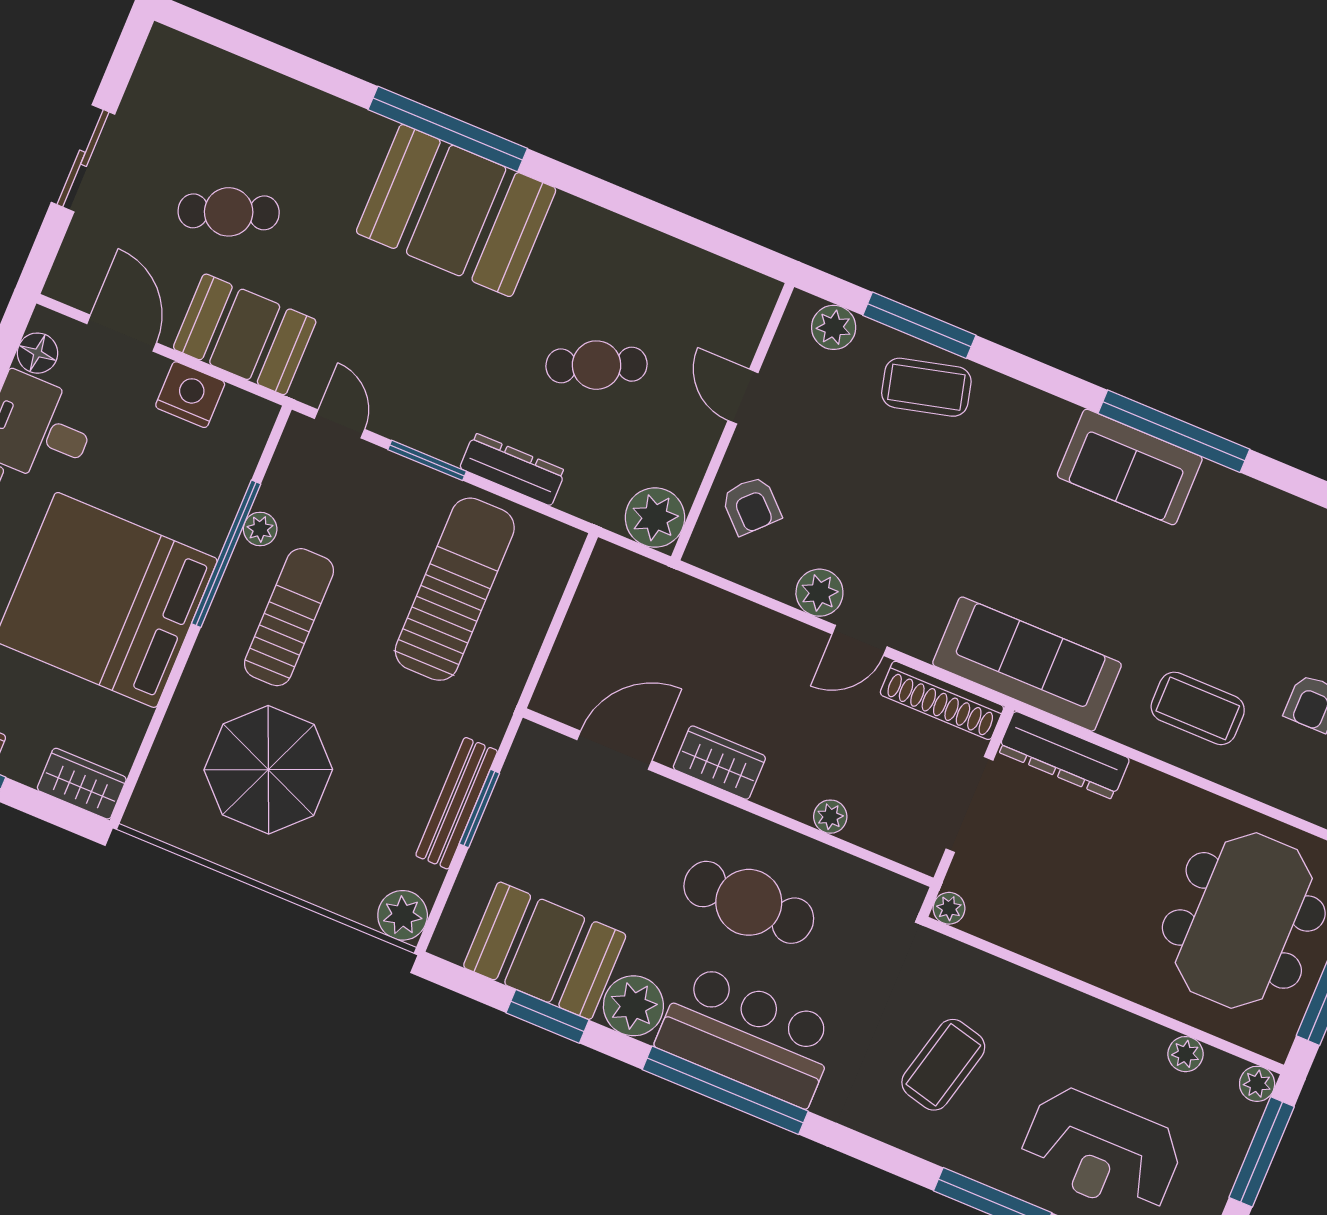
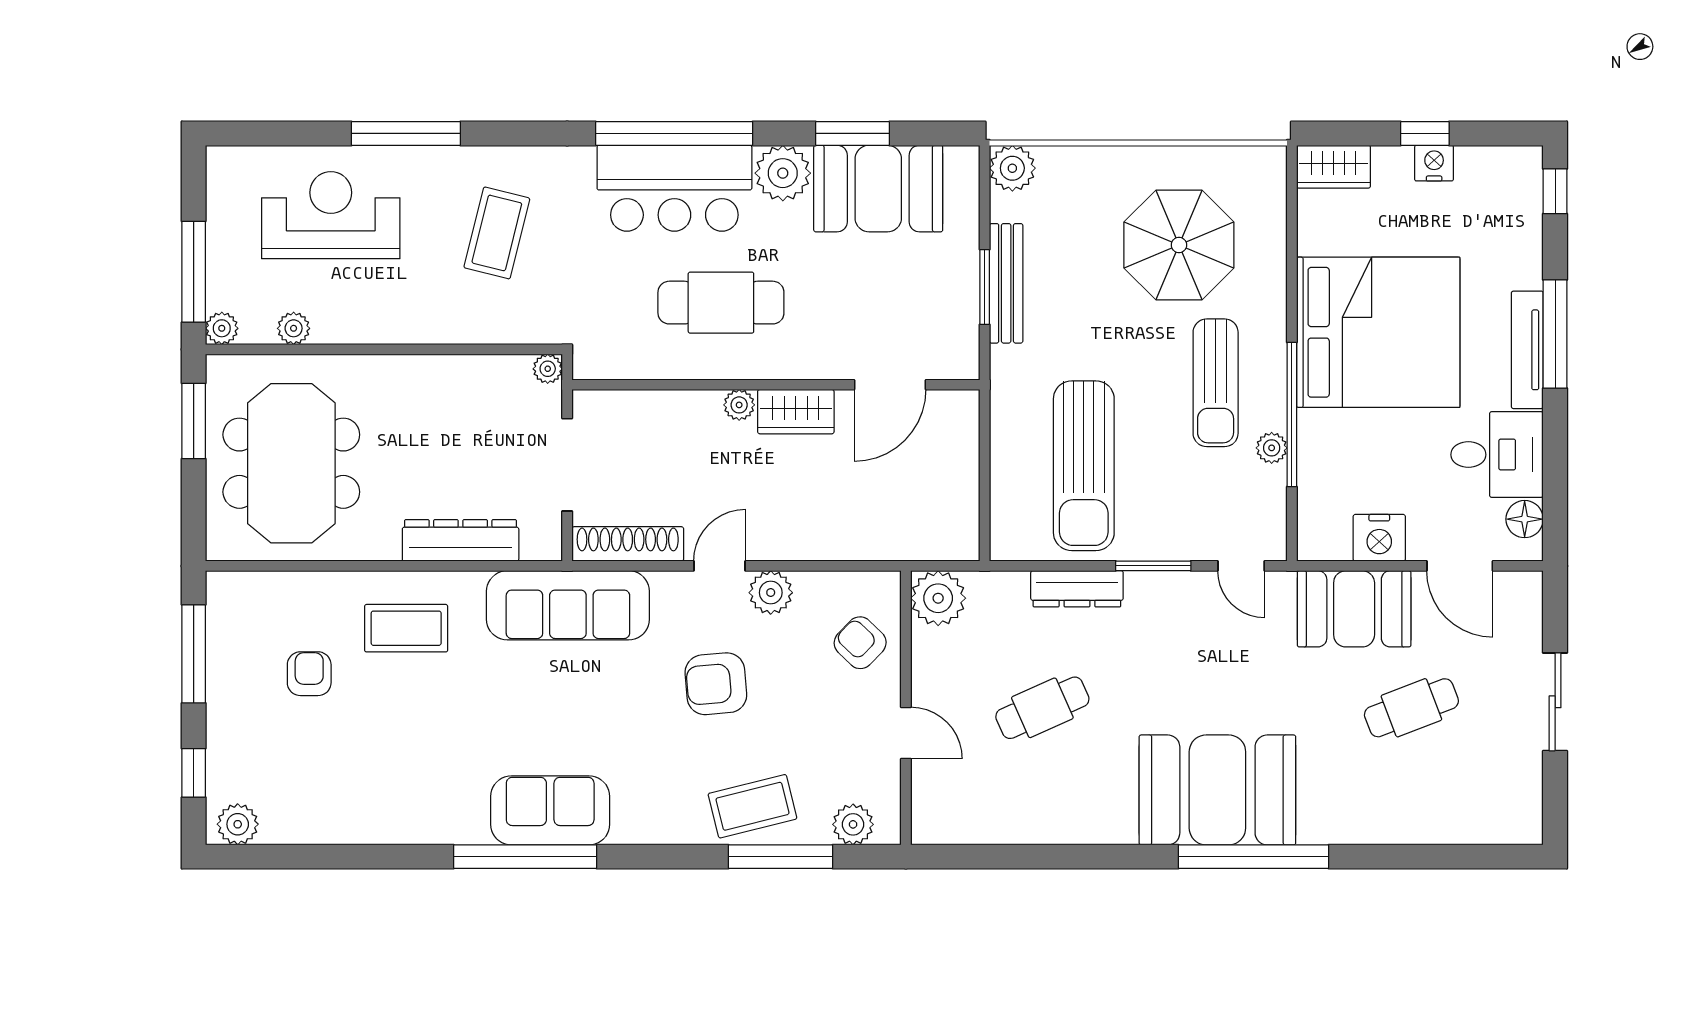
armchair: (912, 524) -> (716, 684), added
dresser: (1064, 755) -> (461, 540), moved
plant: (830, 817) -> (739, 405), moved

